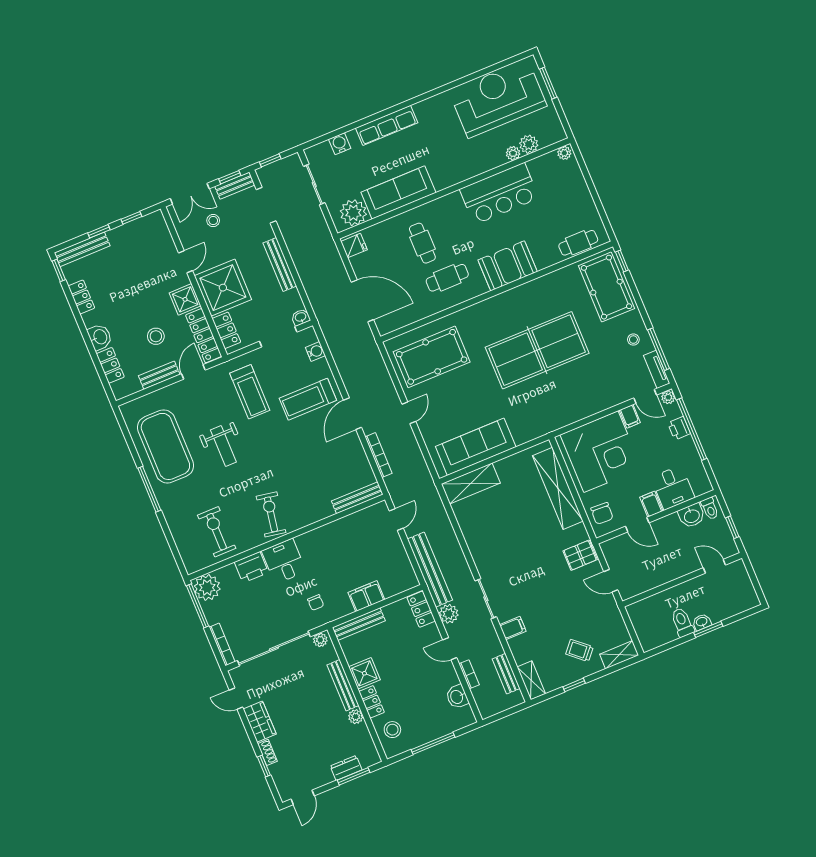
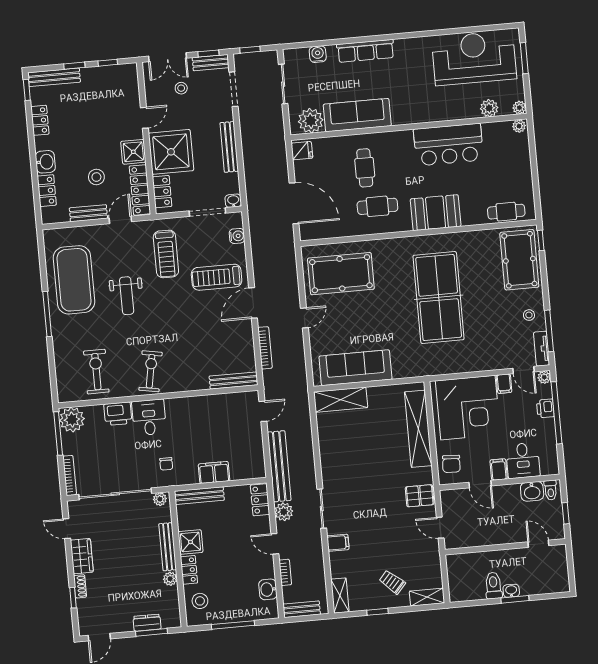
plant: (513, 153) -> (519, 108), moved
table tennis table: (537, 350) -> (439, 297), turned 90
bench: (506, 674) -> (302, 609), moved, turned 90

